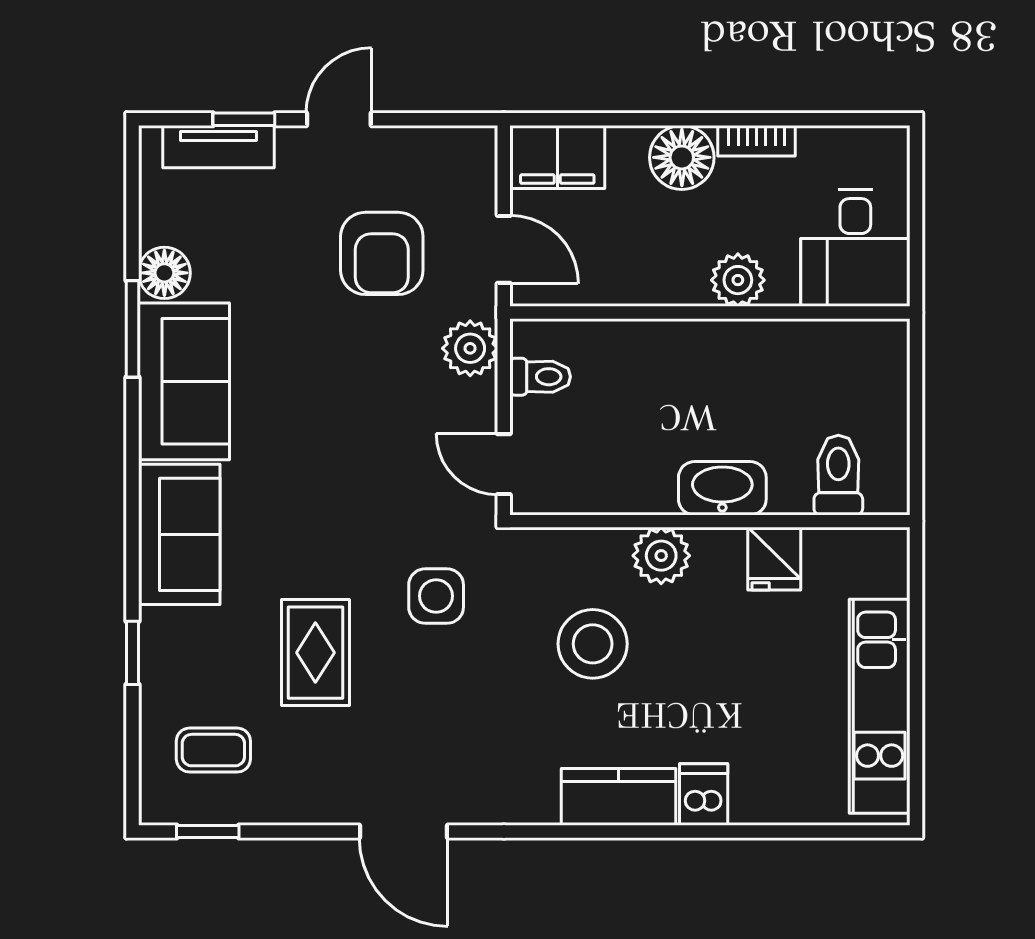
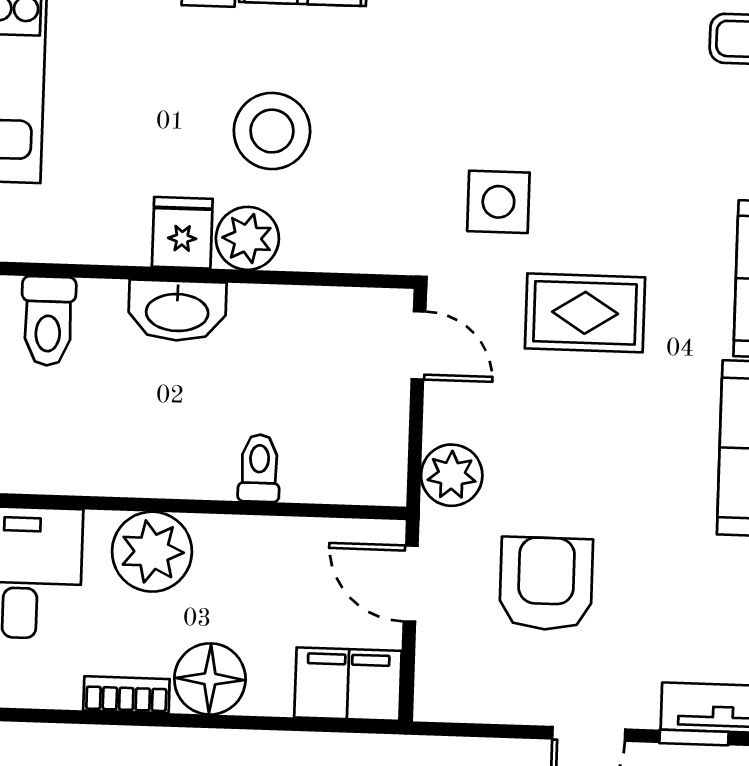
plant: (738, 280) -> (152, 552), width x1.36, depth x1.36
toilet: (540, 377) -> (259, 468), moved, turned 90
fridge: (774, 559) -> (182, 233), moved
stool: (593, 644) -> (272, 131), moved
rug: (315, 653) -> (585, 313), moved, turned 90

